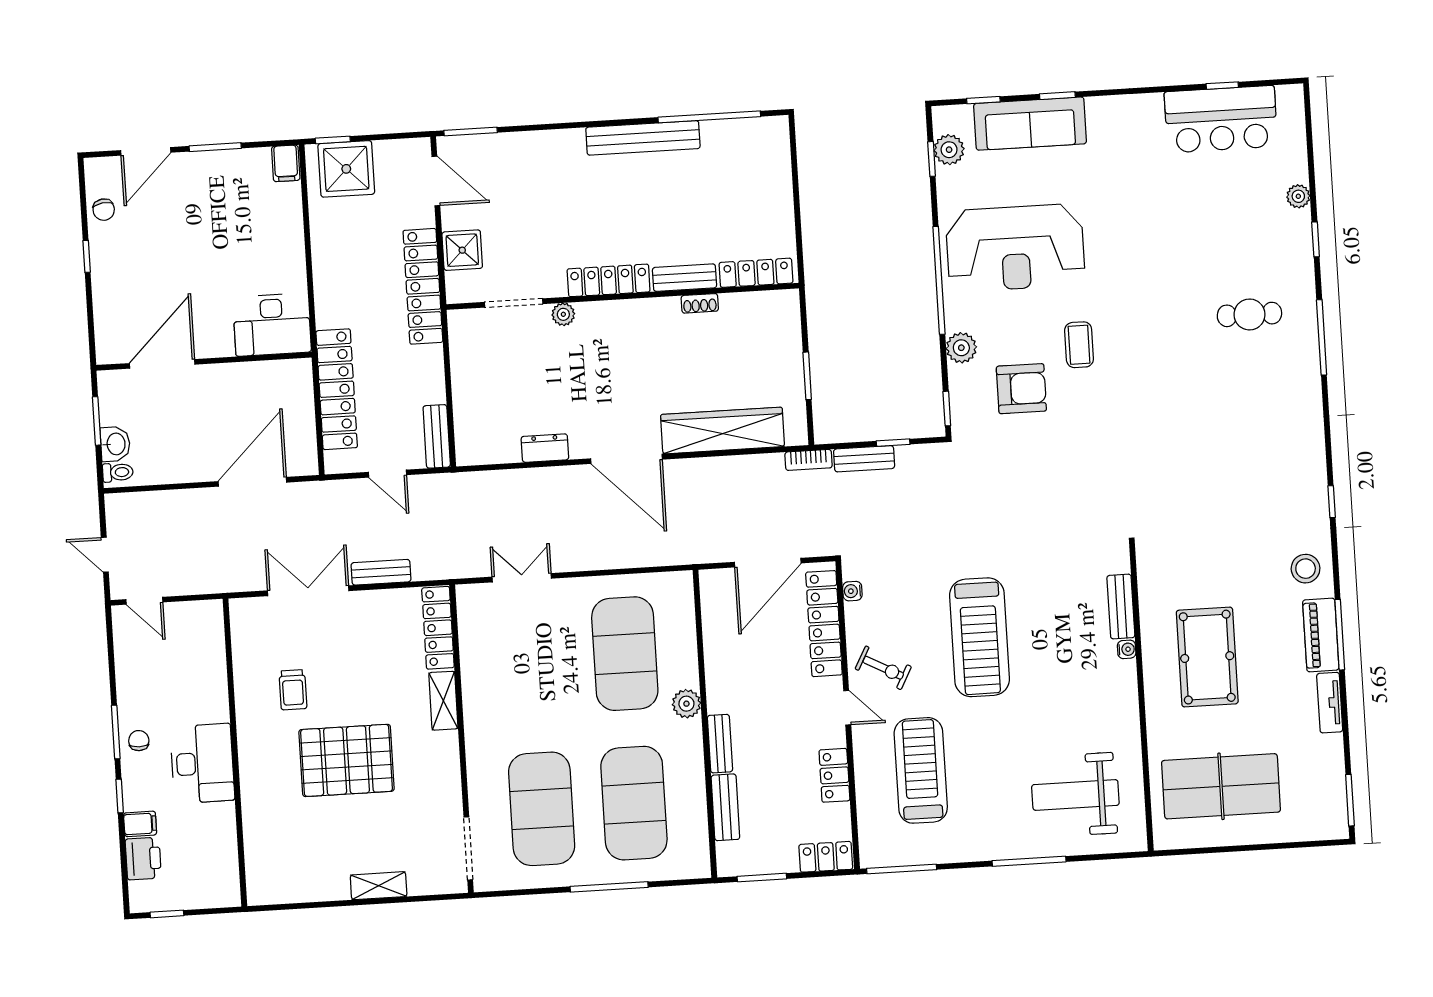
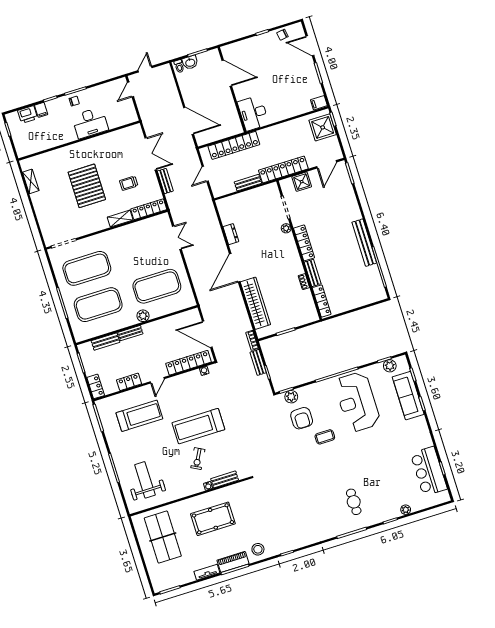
plant: (961, 348) -> (291, 397), moved
bench: (437, 436) -> (248, 183), moved
exercise bike: (883, 668) -> (198, 459), moved
trolley: (293, 690) -> (129, 183), moved
desk: (202, 763) -> (90, 123), moved
shelving: (379, 886) -> (31, 181), moved

